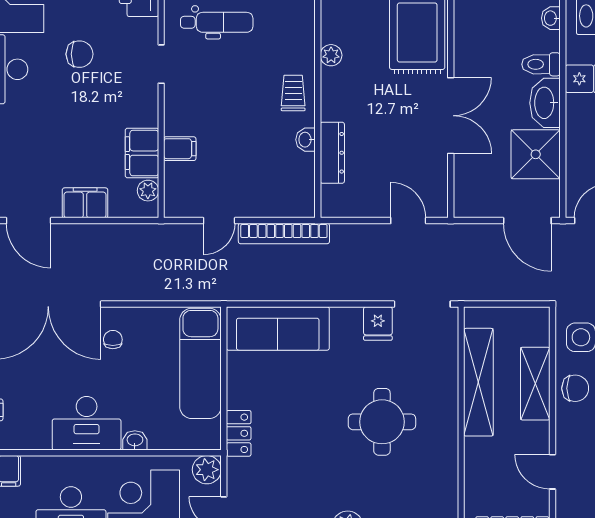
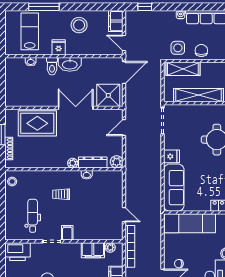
plant: (331, 55) -> (73, 163), moved
trolley: (293, 93) -> (61, 194), moved
filing cabinet: (180, 149) -> (67, 233), moved
shower: (536, 154) -> (108, 95), moved
plant: (334, 204) -> (117, 162), added
bookcase: (284, 233) -> (130, 246), moved
fridge: (378, 324) -> (171, 156), moved
shelving: (535, 384) -> (183, 69), moved

